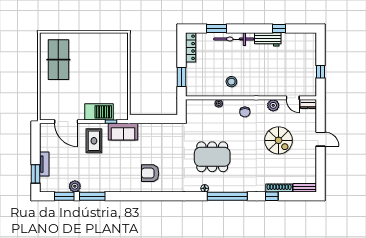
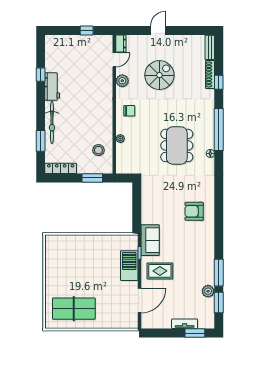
stool: (231, 82) -> (98, 150), moved
armchair: (150, 173) -> (194, 211), turned 90

